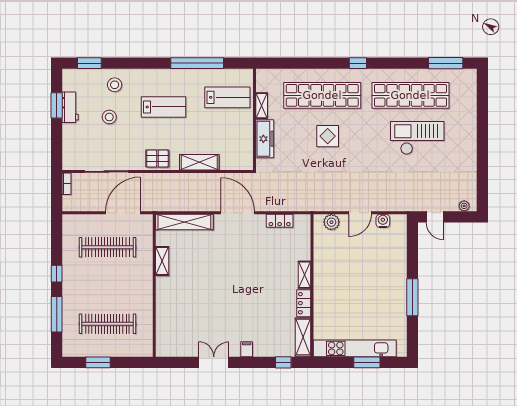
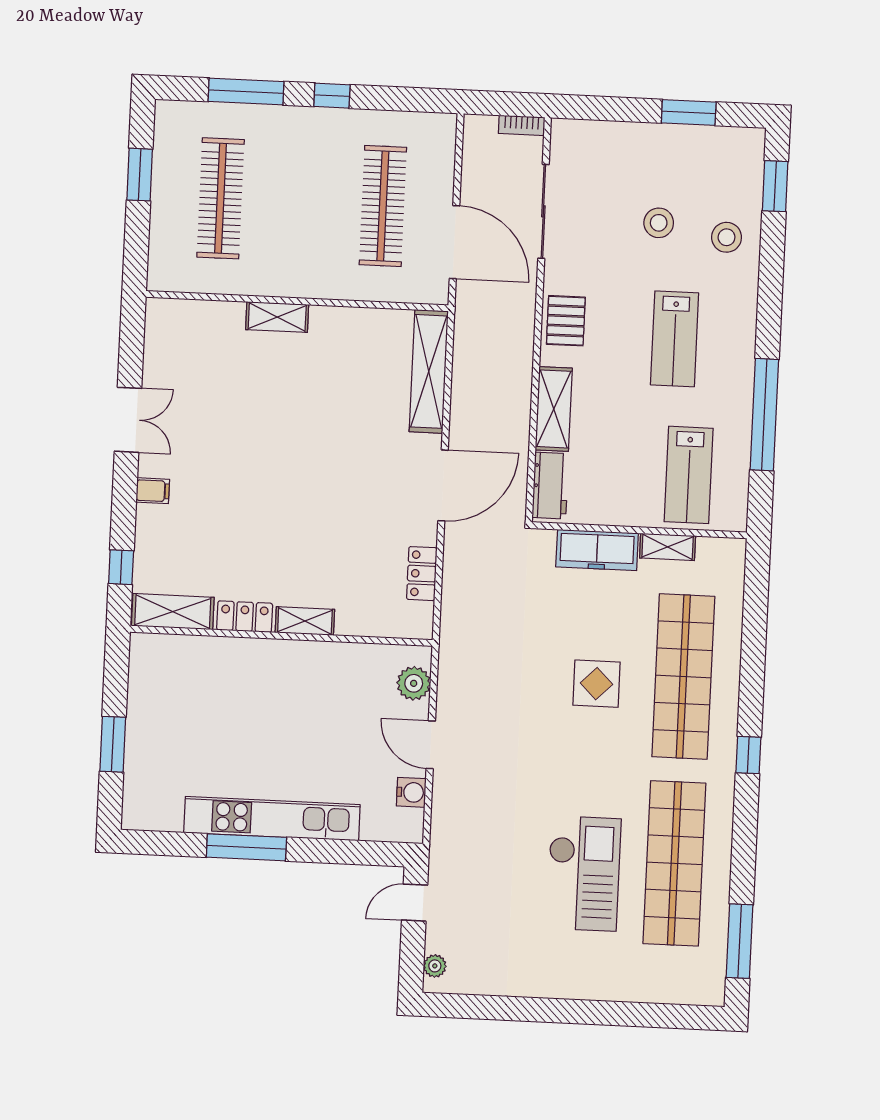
workbench: (70, 107) -> (550, 486), moved, turned -90
shelving: (162, 261) -> (277, 317), moved
kitchen unit: (355, 348) -> (272, 819), moved, turned -90

